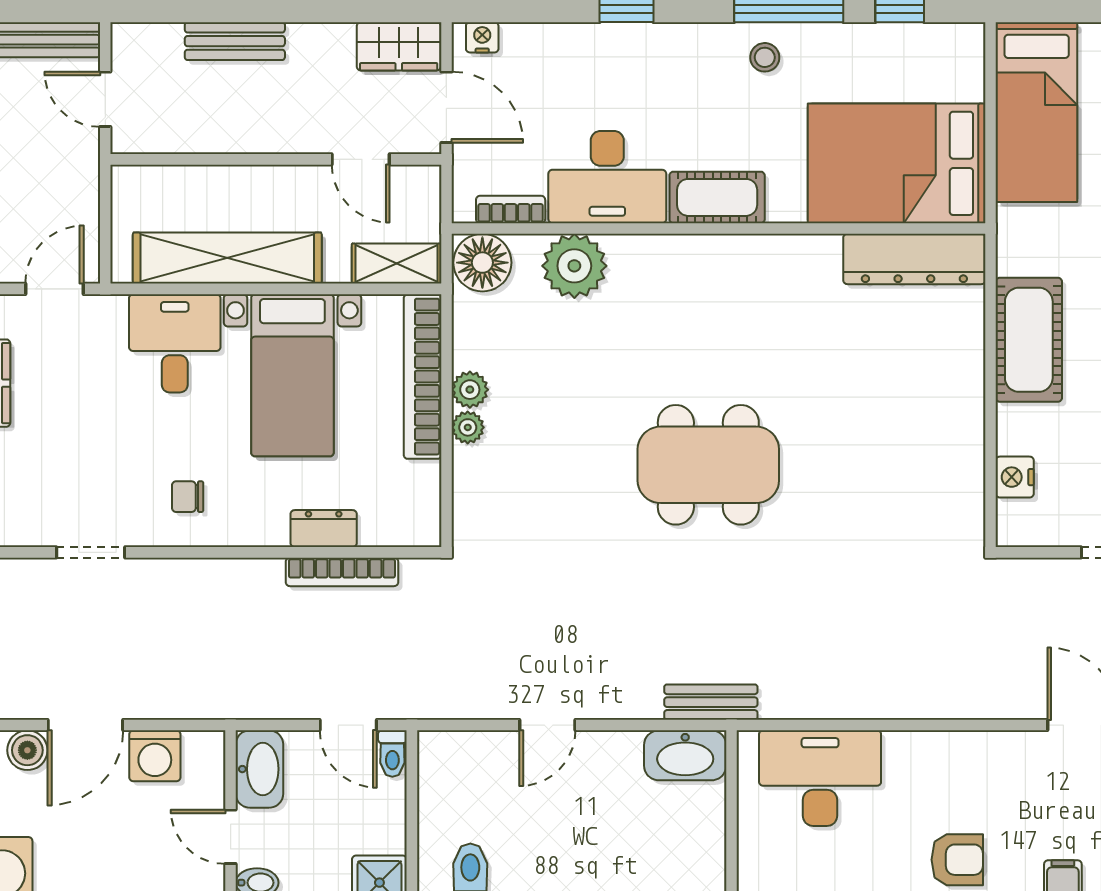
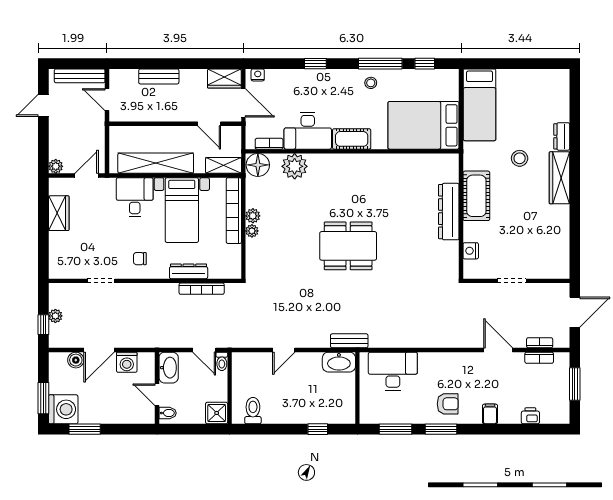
dresser: (914, 259) -> (449, 212), moved, turned 90
dresser: (324, 529) -> (189, 271), width x1.44

